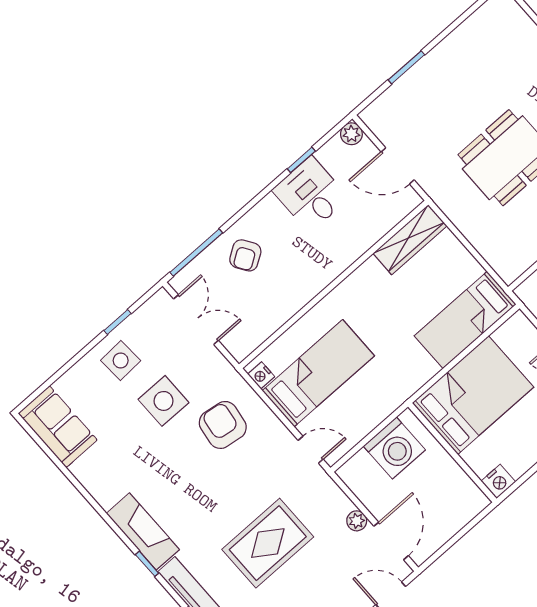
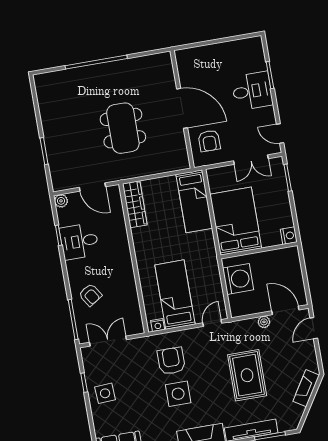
door: (398, 166) -> (92, 187), hinge flipped
side table: (164, 401) -> (178, 394), moved
armchair: (223, 425) -> (171, 361), turned 82

